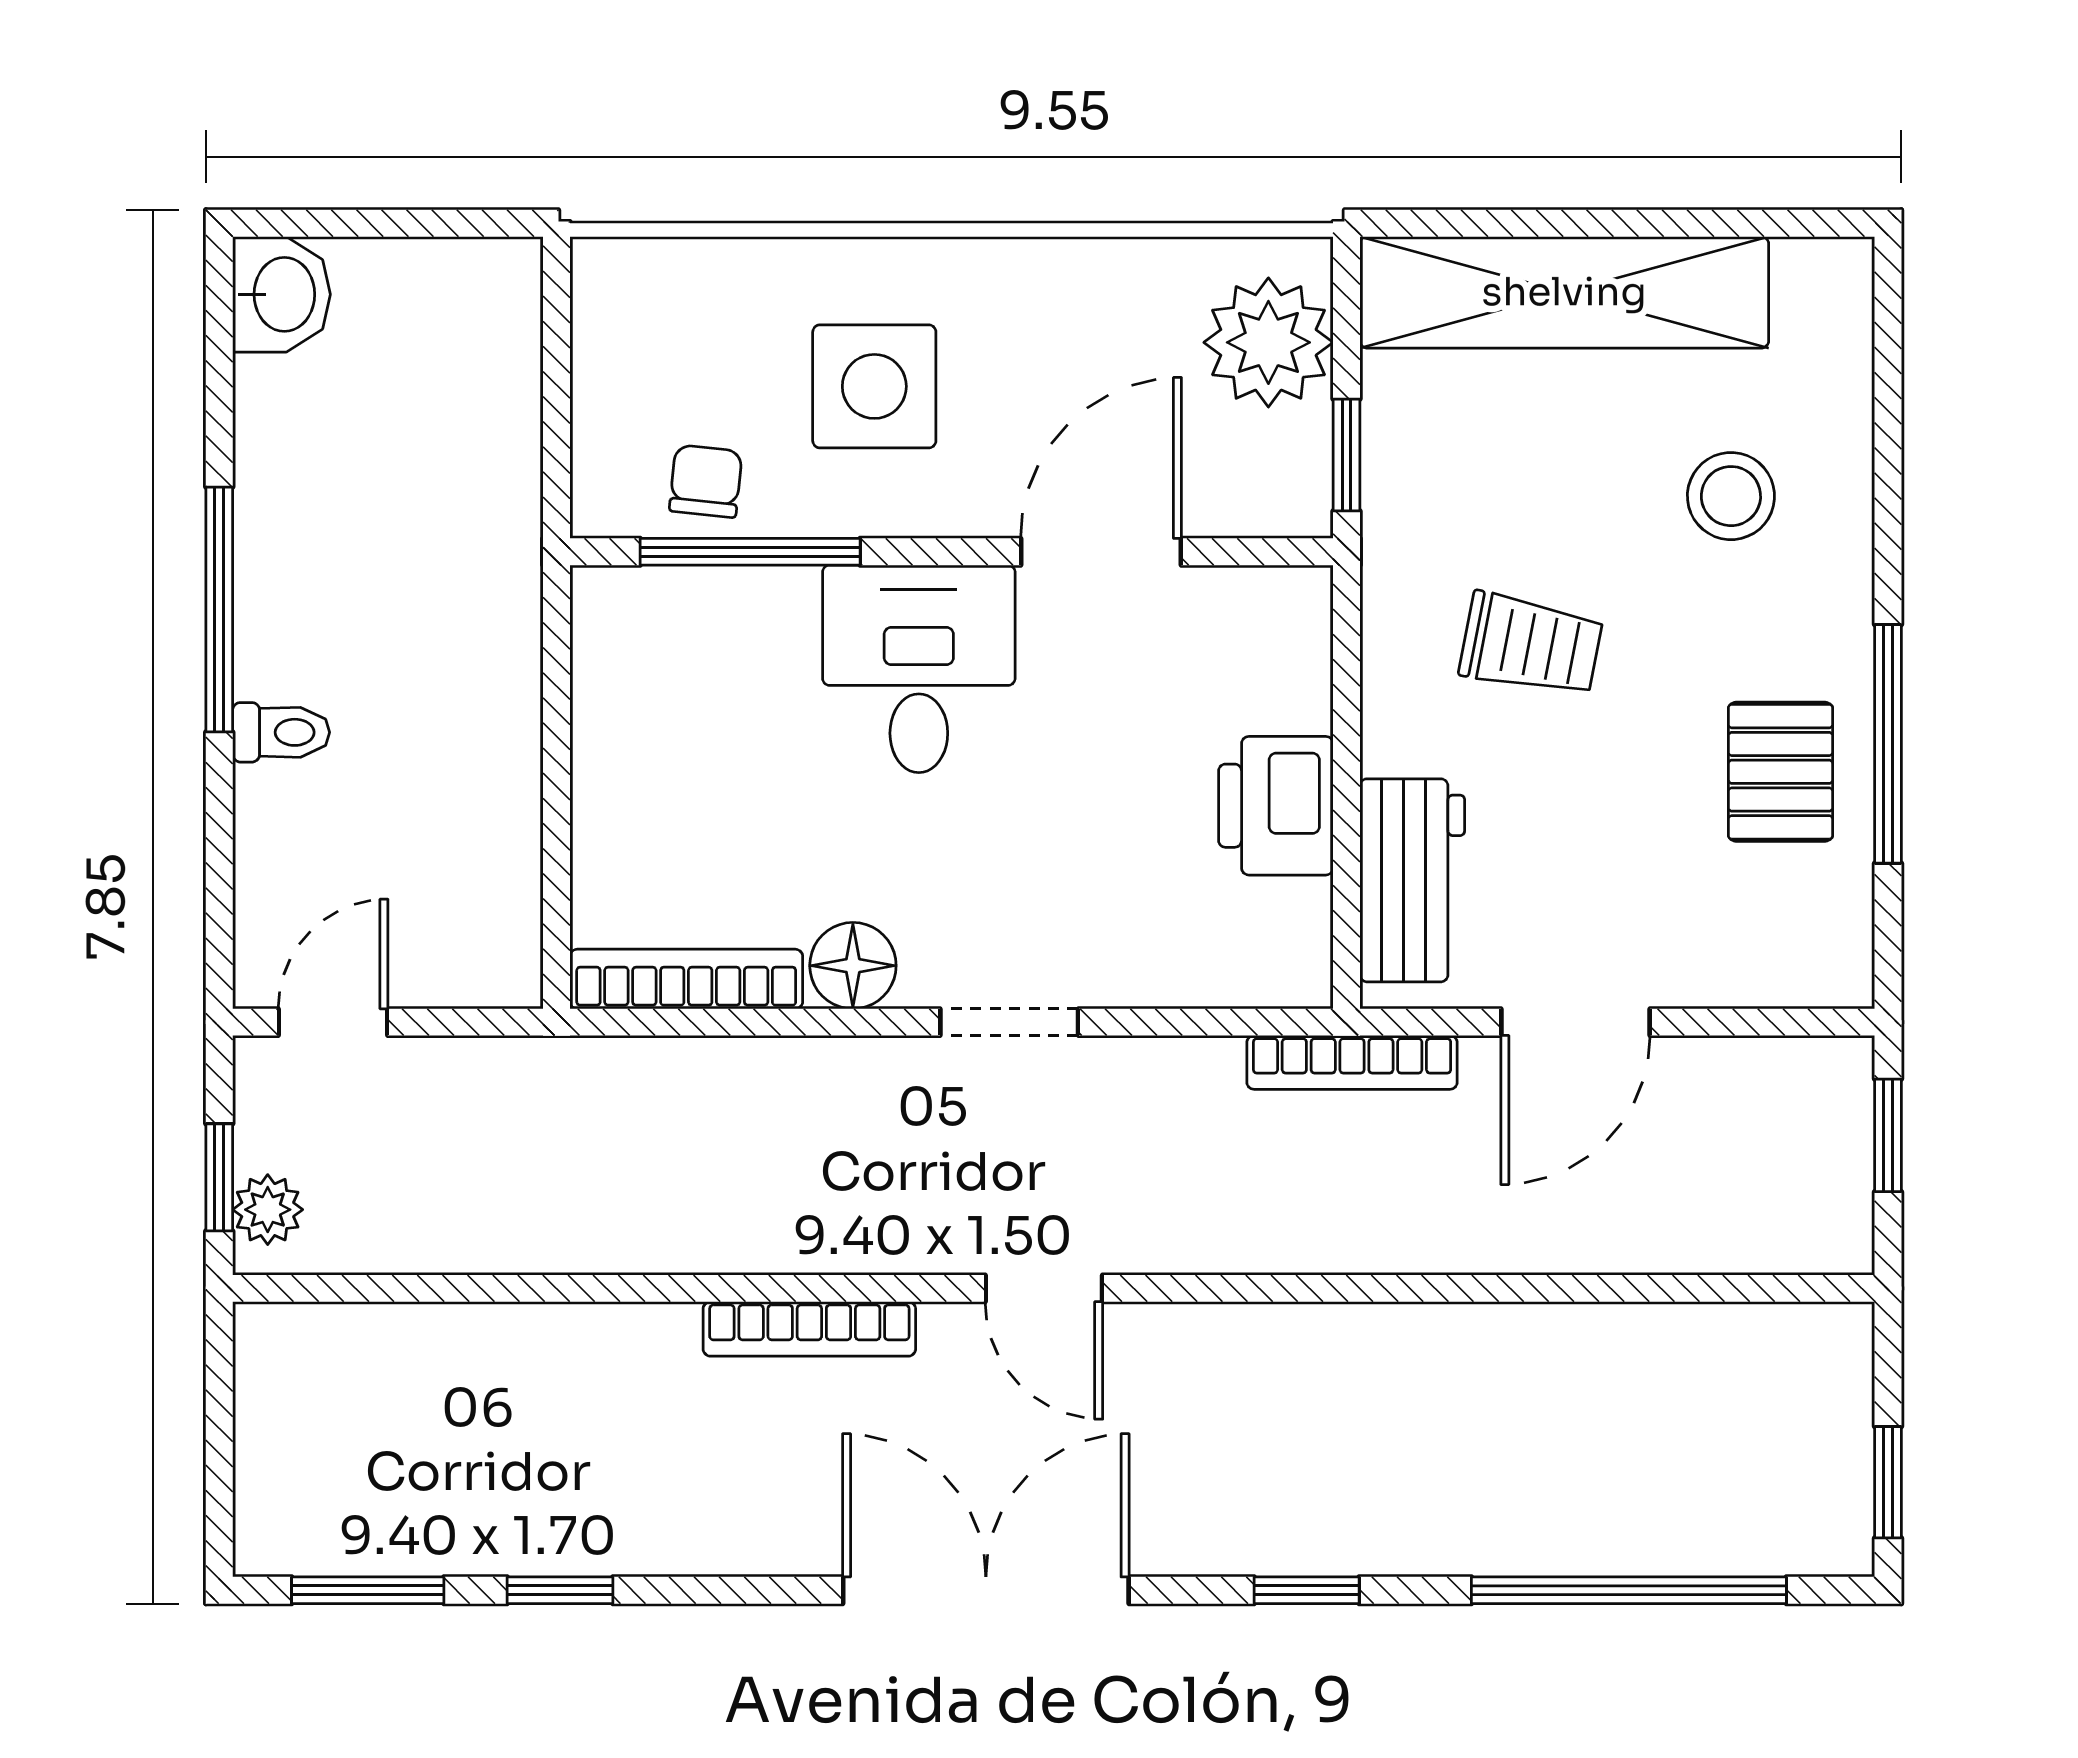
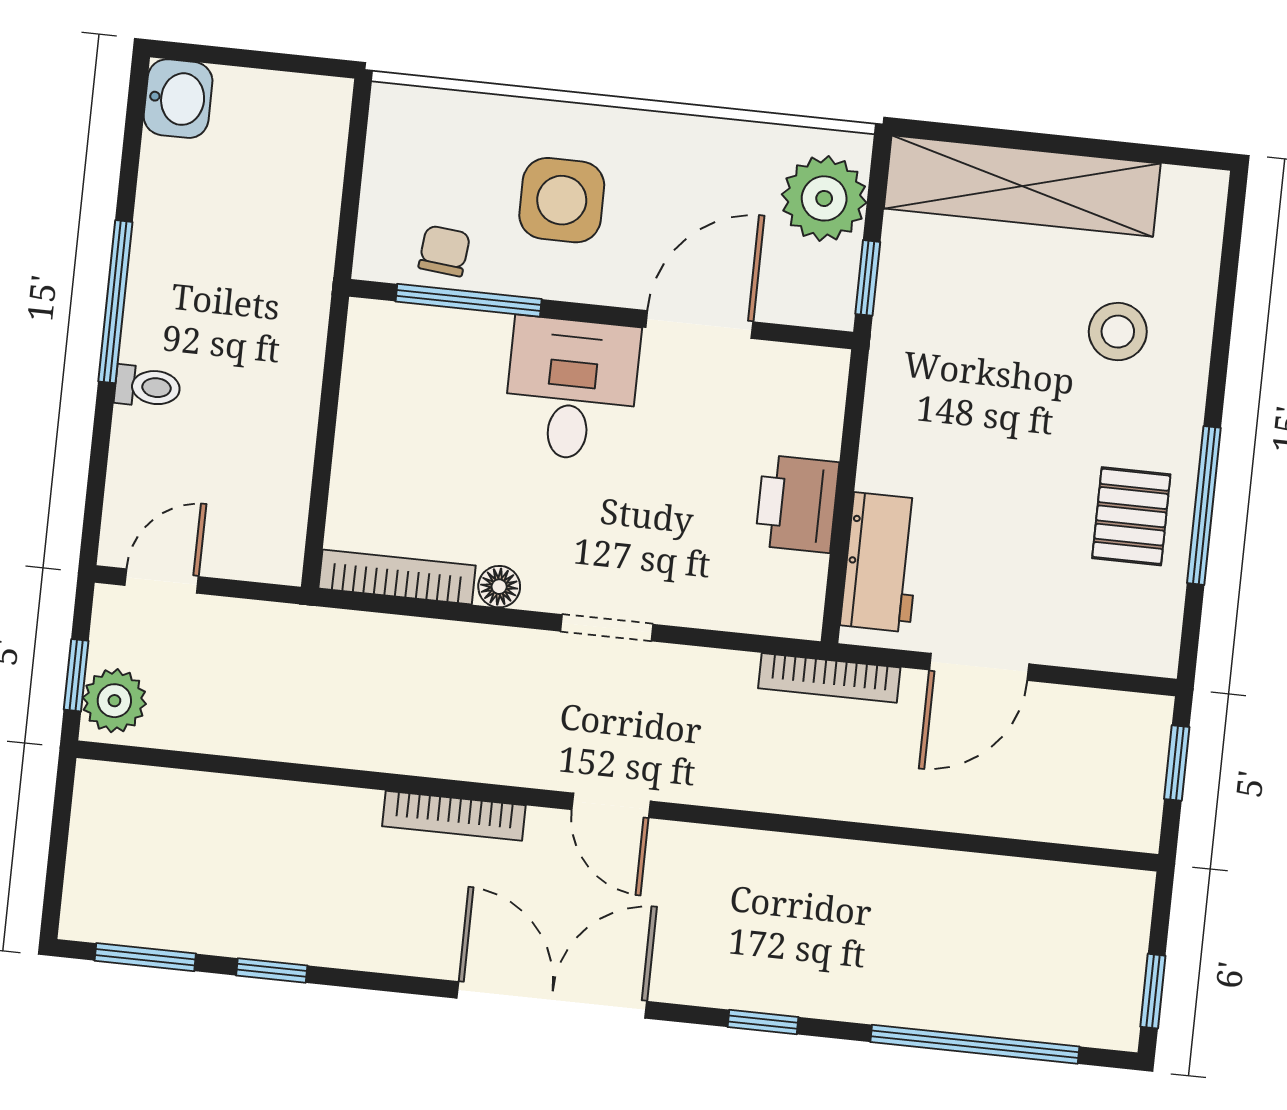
trolley: (1531, 645) -> (976, 416), removed
floor lamp: (853, 966) -> (499, 587), width x0.73, depth x0.73
plant: (268, 1210) -> (114, 701), width x1.38, depth x1.38

